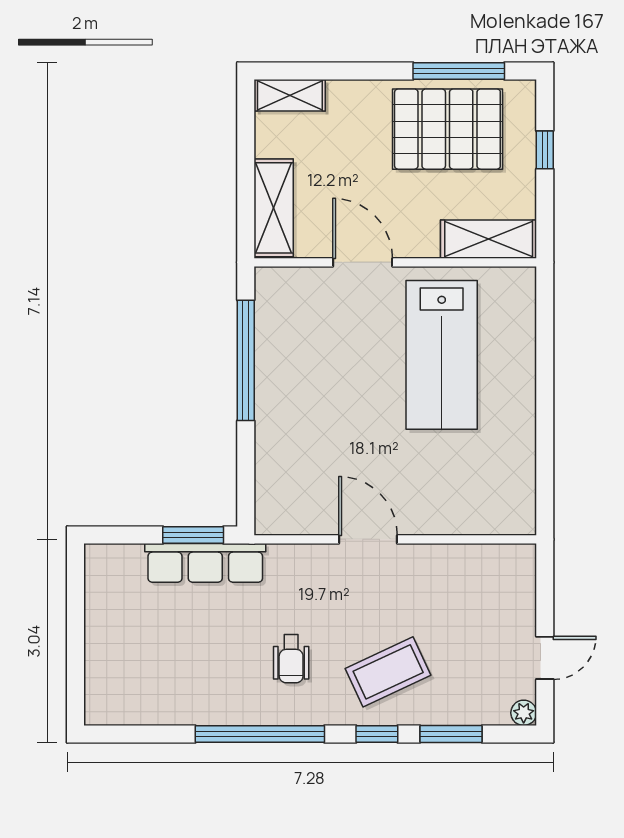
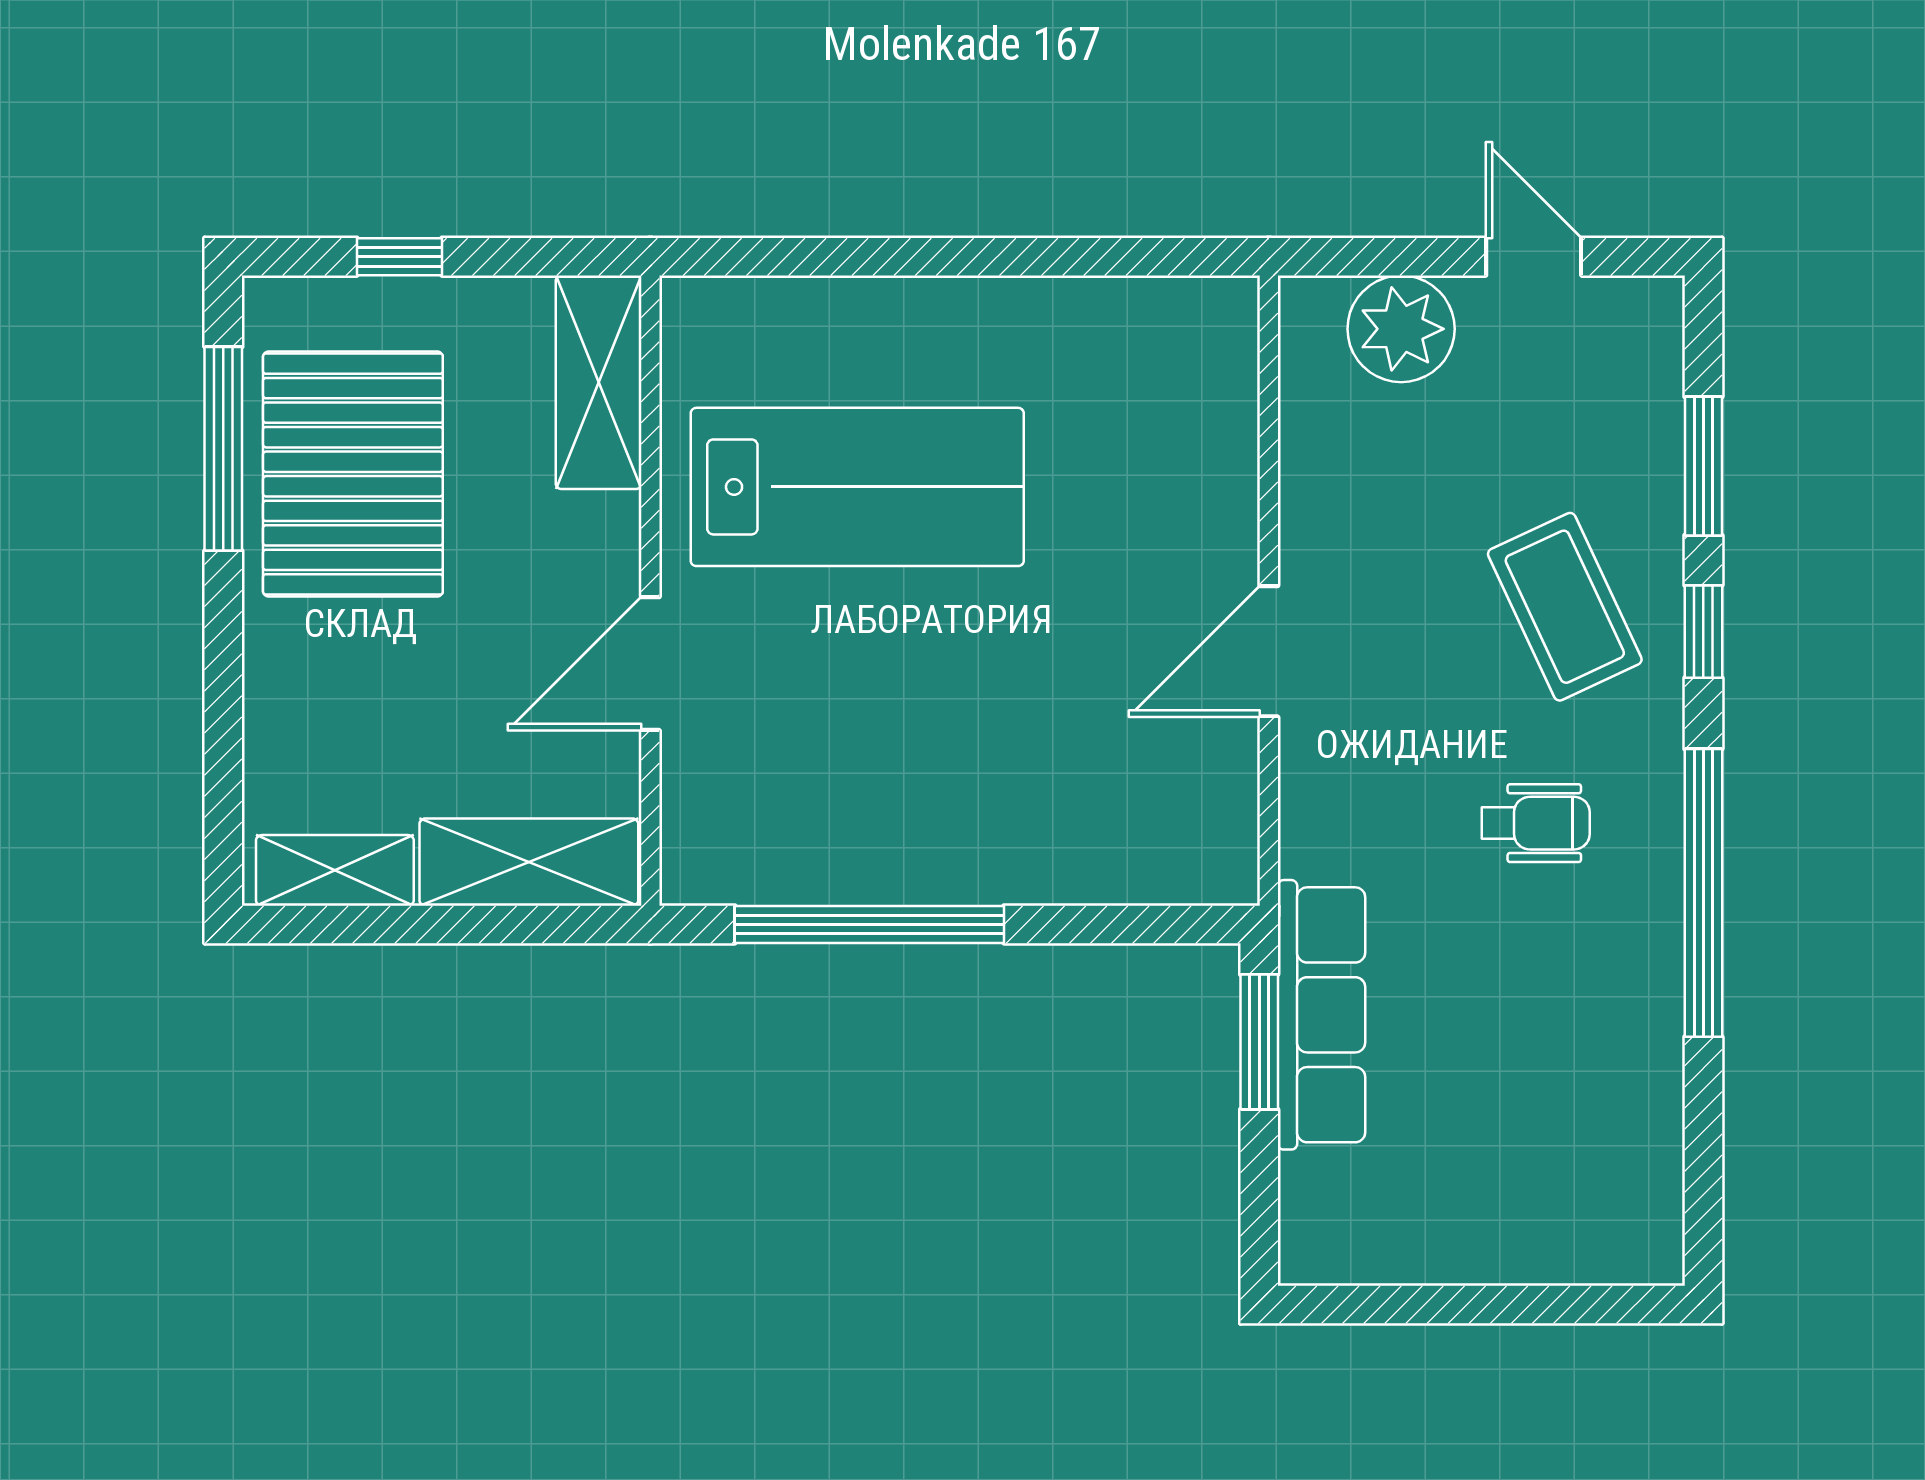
shelving: (290, 95) -> (335, 870), moved, turned 90
plant: (524, 713) -> (1401, 329), moved, width x1.87, depth x1.87

